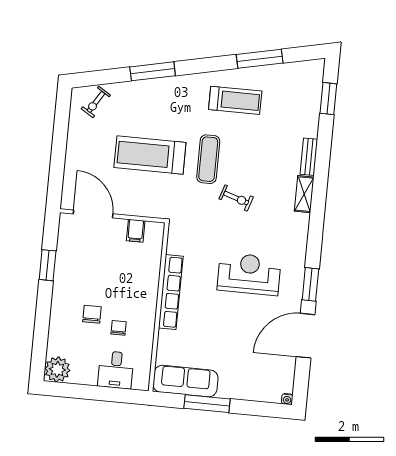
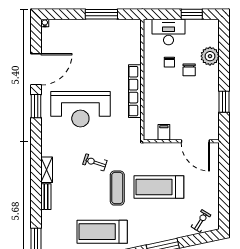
treadmill: (235, 100) -> (102, 232), width x1.37, depth x1.37
treadmill: (150, 155) -> (159, 187), turned 180
reception desk: (249, 274) -> (80, 109), width x1.36, depth x1.30
plant: (57, 369) -> (210, 56), moved
desk: (116, 370) -> (168, 32), width x1.37
sofa: (185, 381) -> (118, 29), removed
window: (81, 392) -> (192, 14), added

